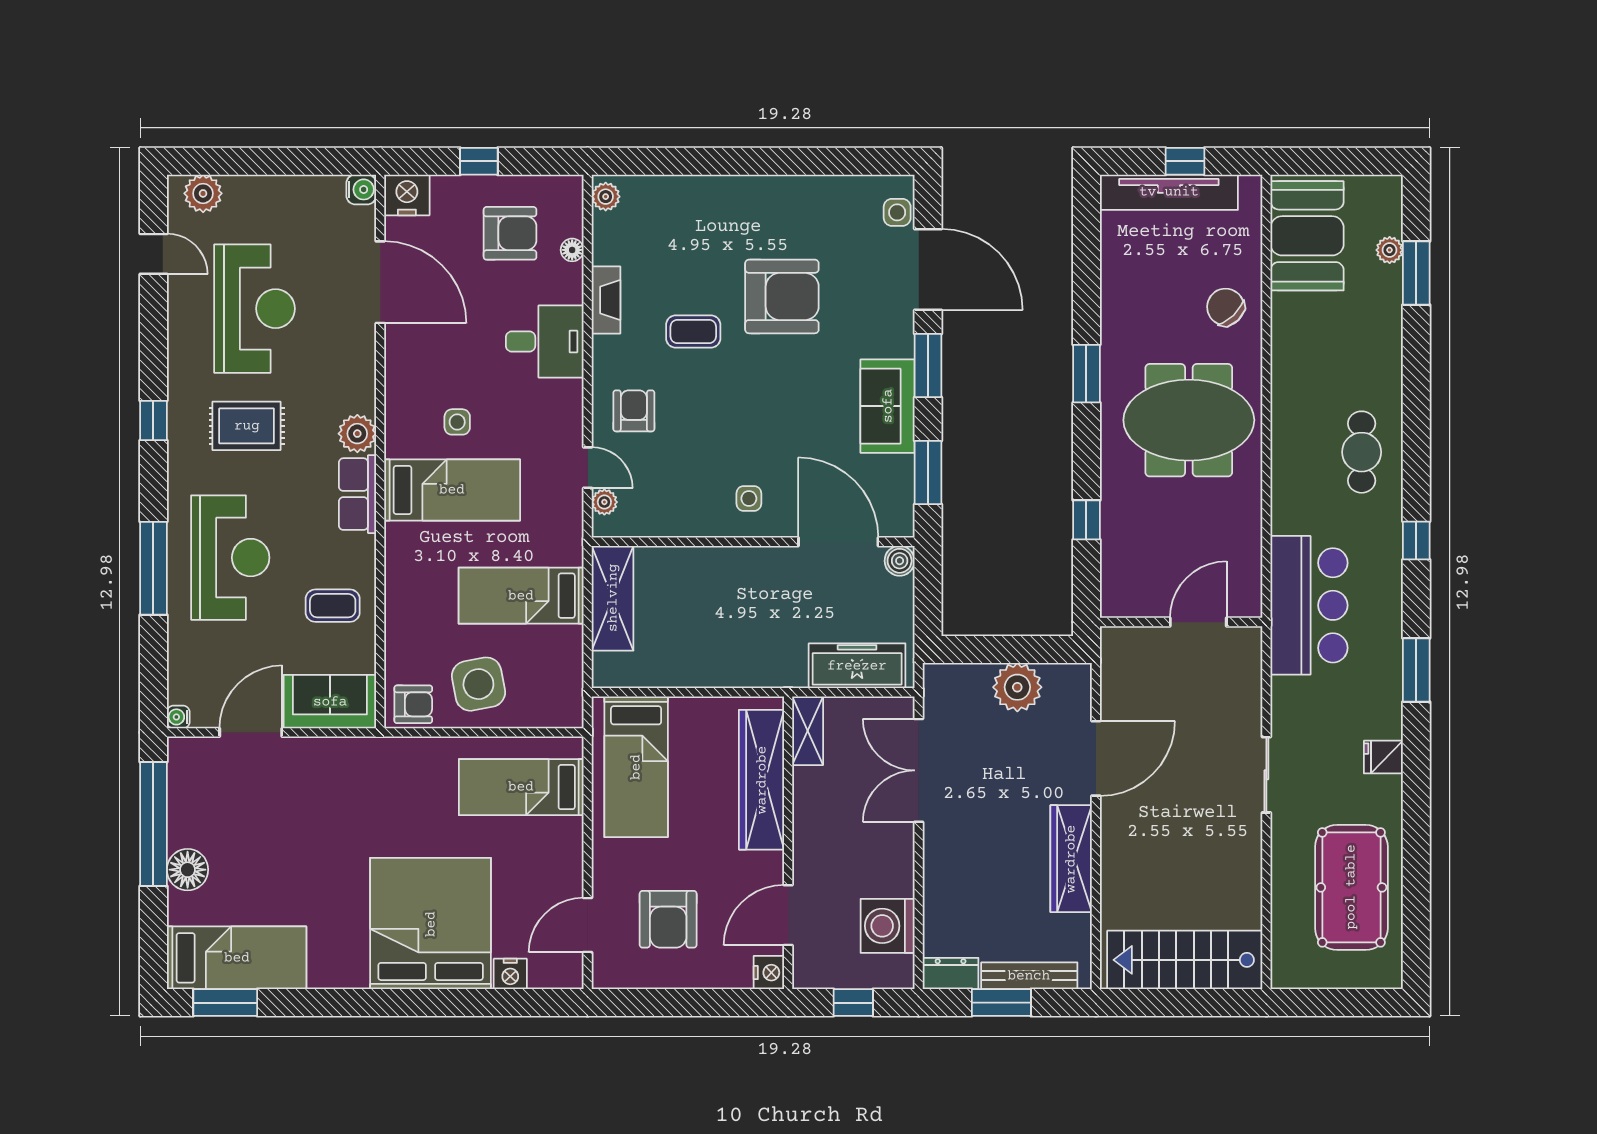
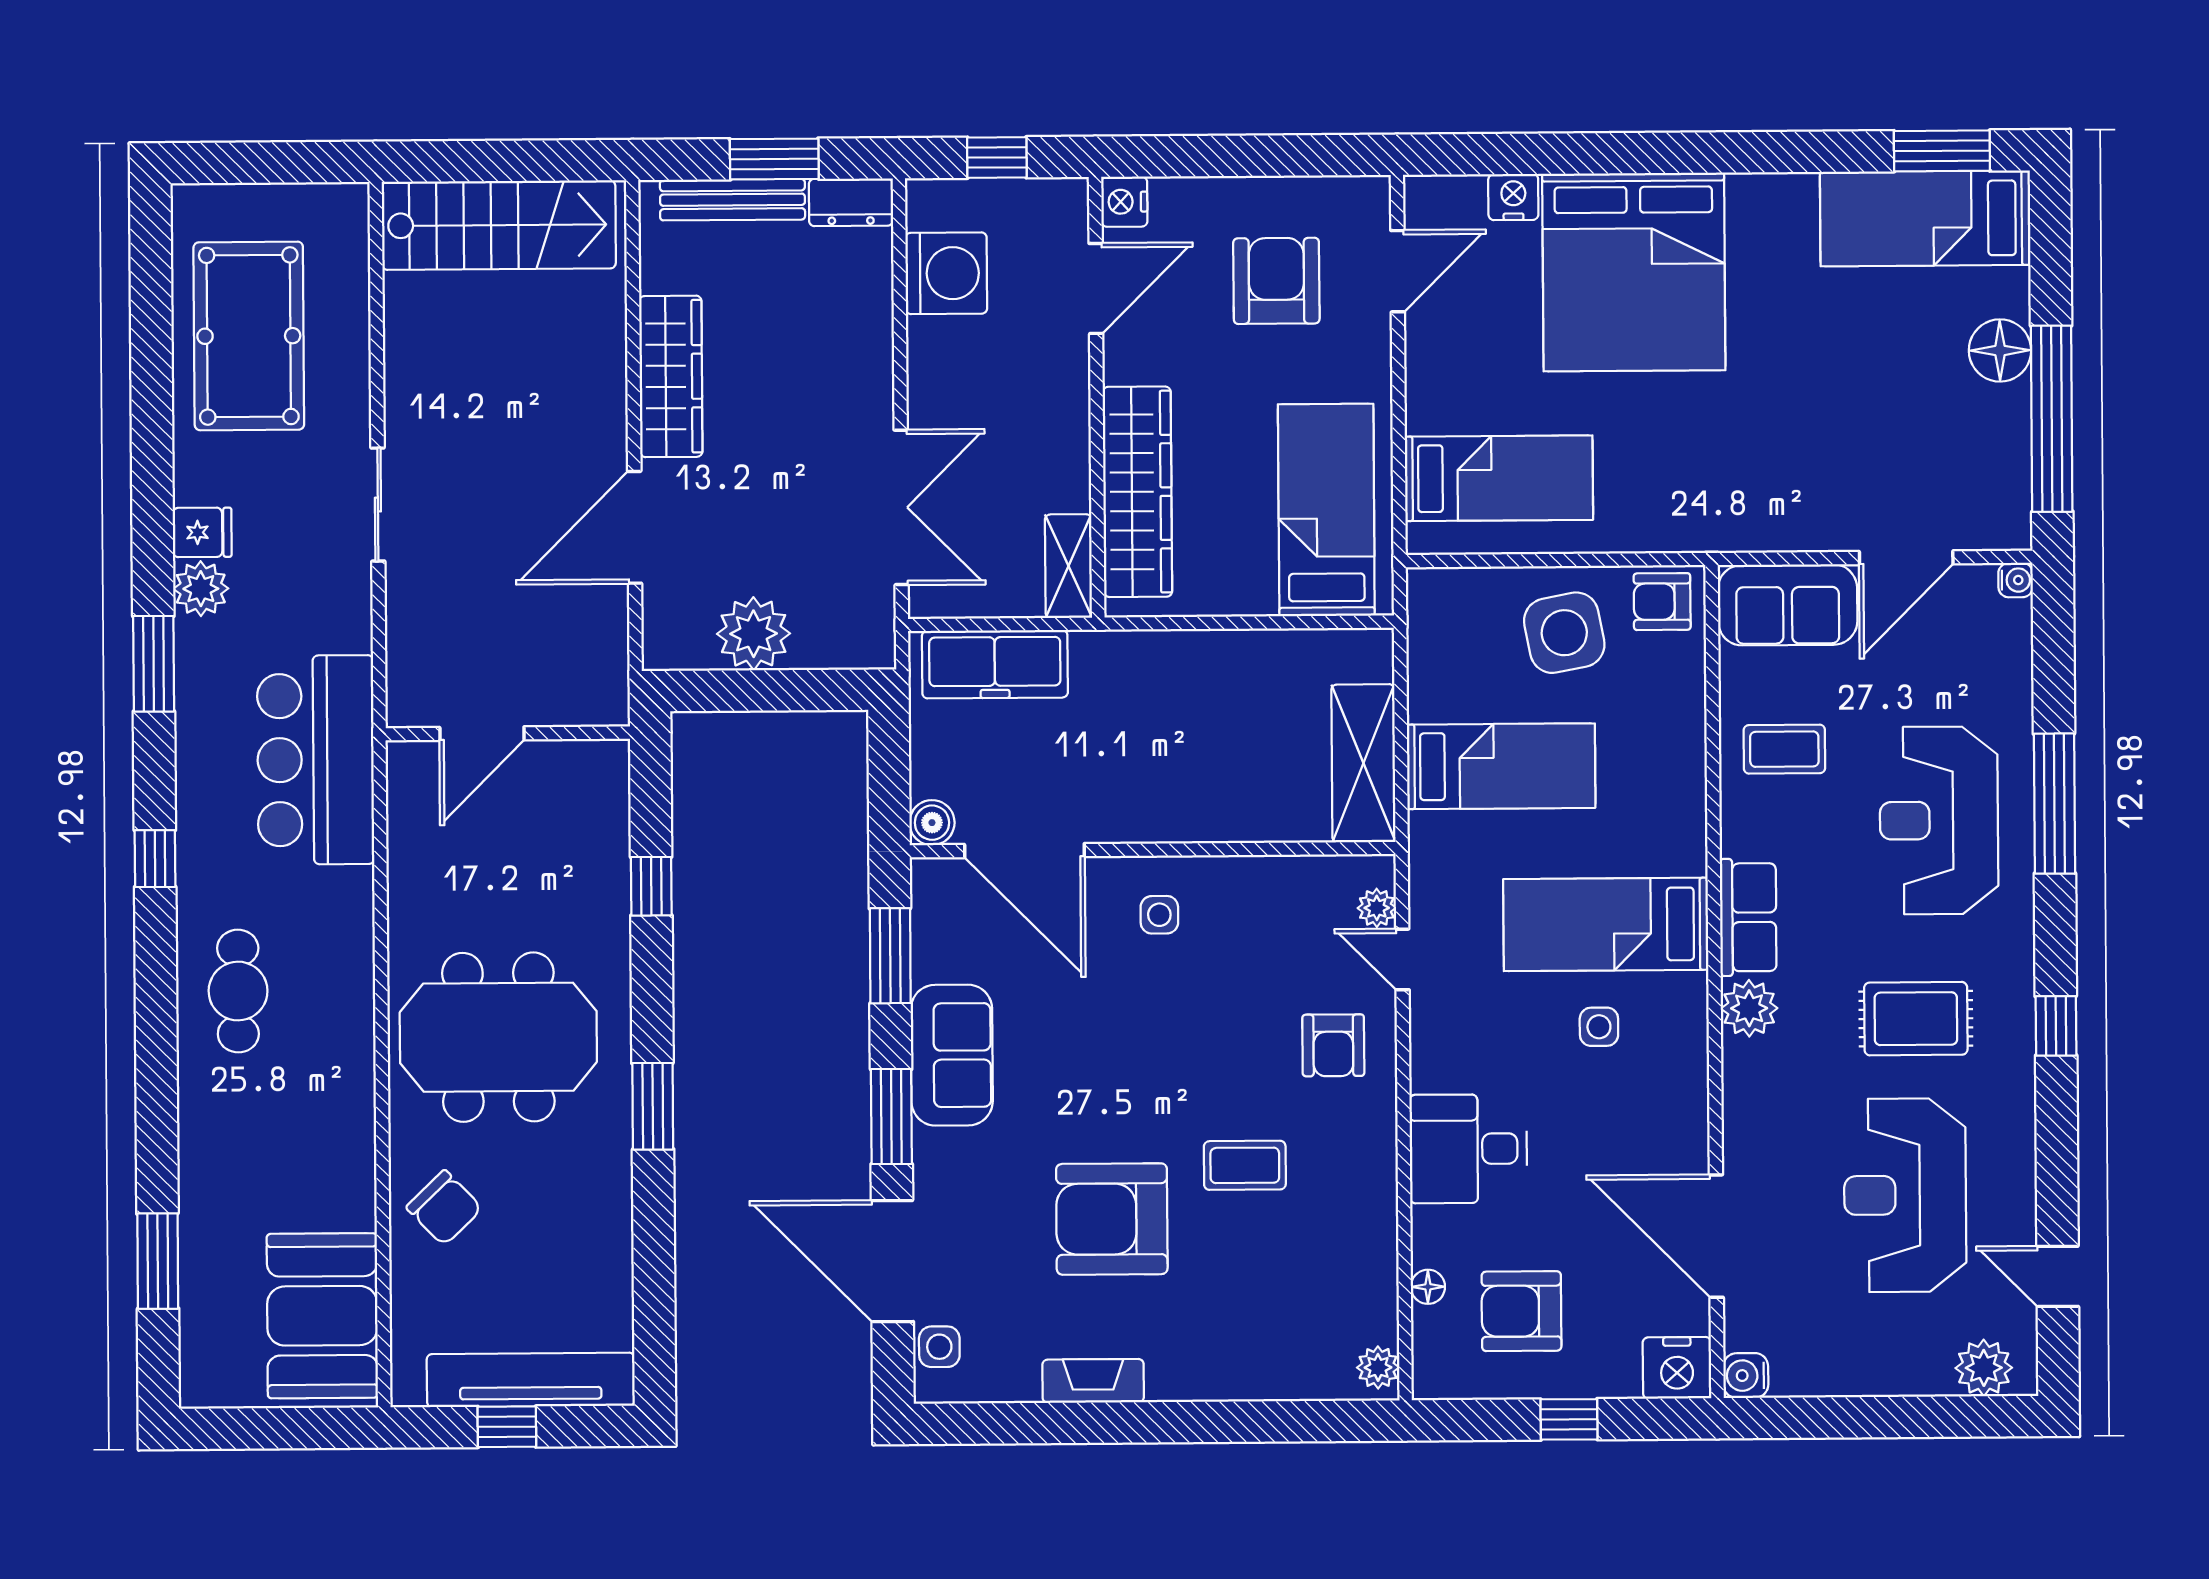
plant: (1390, 250) -> (201, 589), moved, width x1.38, depth x1.38
fireplace: (606, 300) -> (1093, 1381), moved, turned 90

